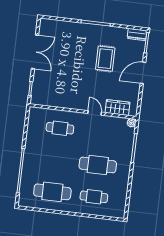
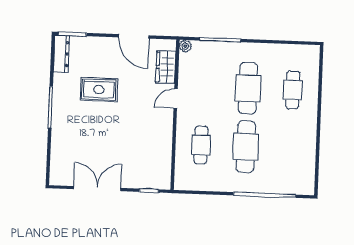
dresser: (137, 34) -> (61, 54), width x1.44
door: (143, 73) -> (134, 36), moved
cafe table: (52, 192) -> (246, 147), moved

